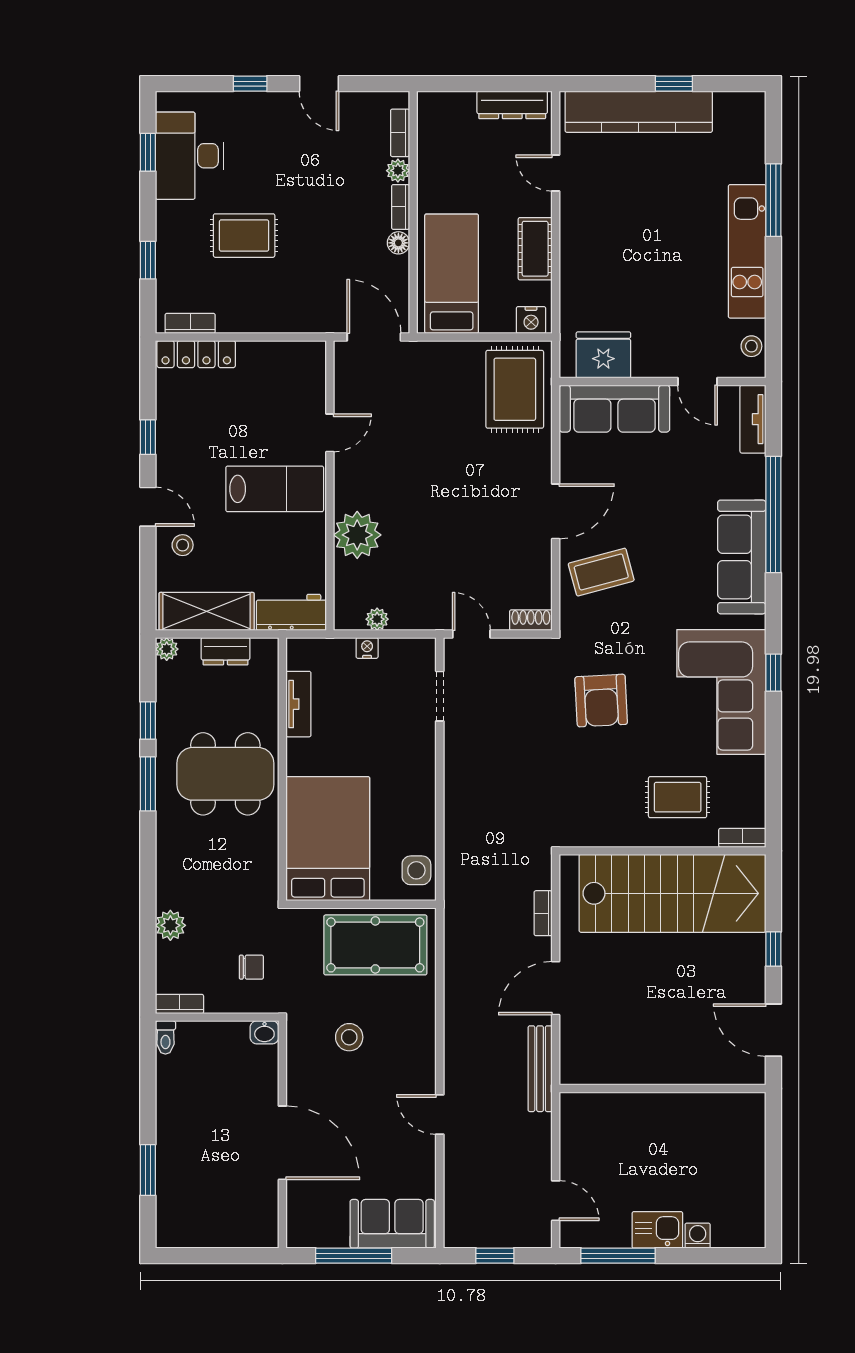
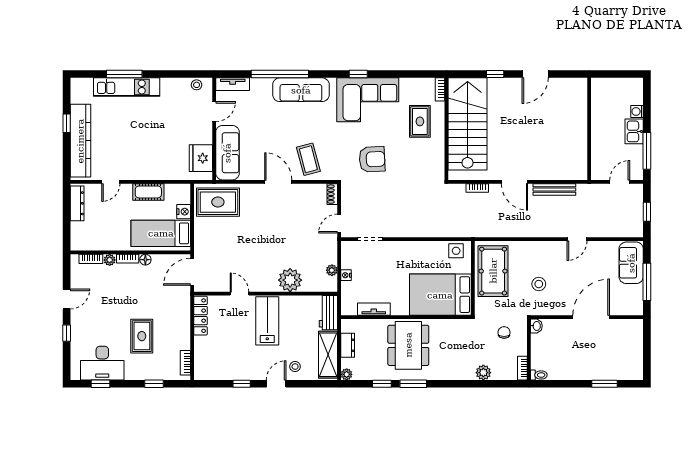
kitchen unit: (747, 251) -> (127, 87), moved
nightstand: (531, 320) -> (184, 212), moved
locker: (196, 354) -> (201, 316), moved
wall: (663, 1088) -> (589, 129), moved

